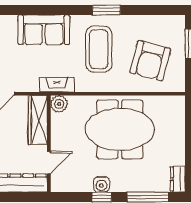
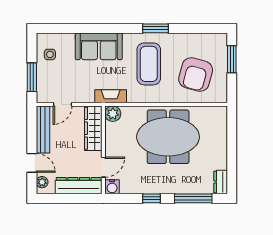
water cooler: (101, 184) -> (112, 187), moved

